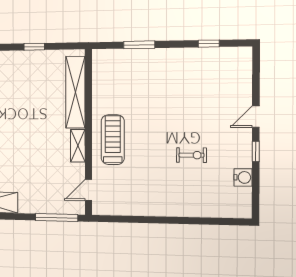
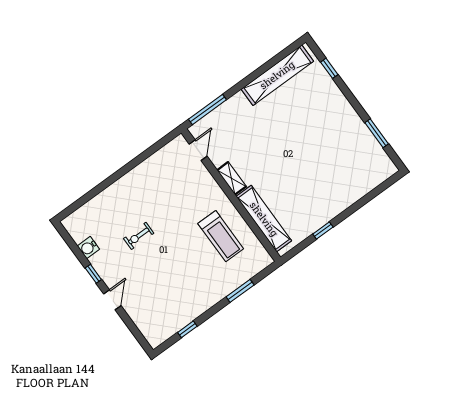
treadmill: (113, 140) -> (221, 236), moved

